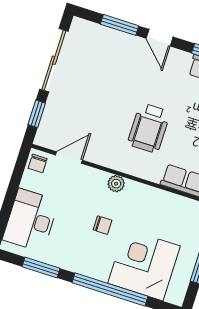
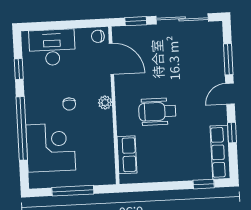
door: (69, 158) -> (111, 59), width x1.38
window: (41, 268) -> (19, 69), width x0.67

